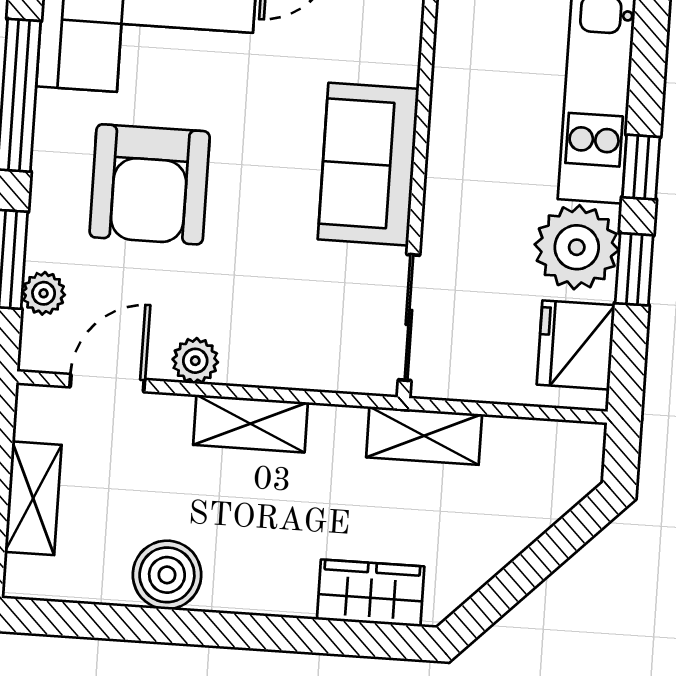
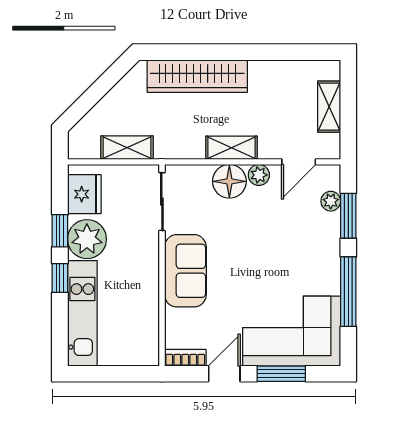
armchair: (150, 184) -> (285, 255), removed
floor lamp: (260, 351) -> (229, 181), added
shelving: (424, 436) -> (127, 148), moved
boiler: (167, 575) -> (265, 76), removed
wardrobe: (371, 593) -> (197, 76), width x2.10, depth x1.17

